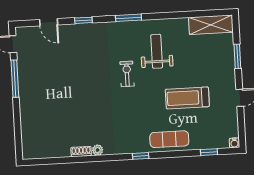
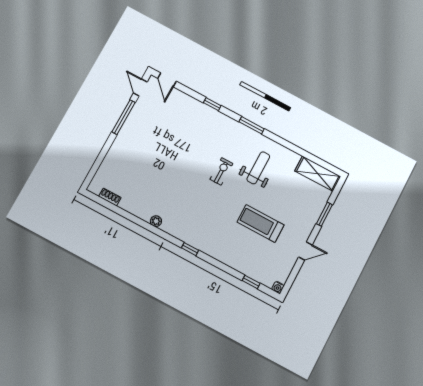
door: (49, 22) -> (167, 80), moved
exercise mat: (169, 139) -> (224, 250), removed
shoe rack: (81, 152) -> (110, 197), moved

